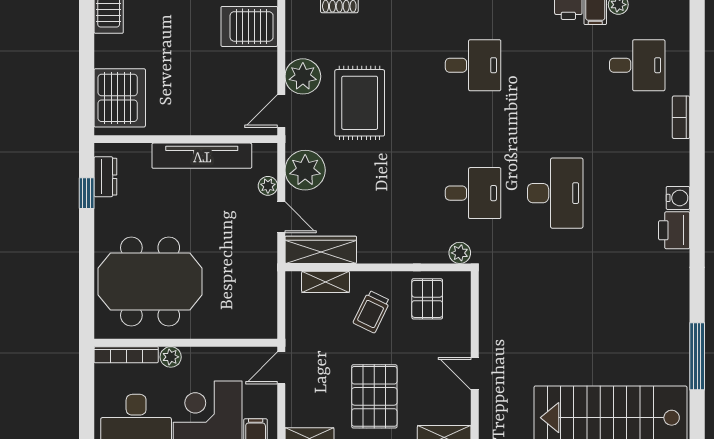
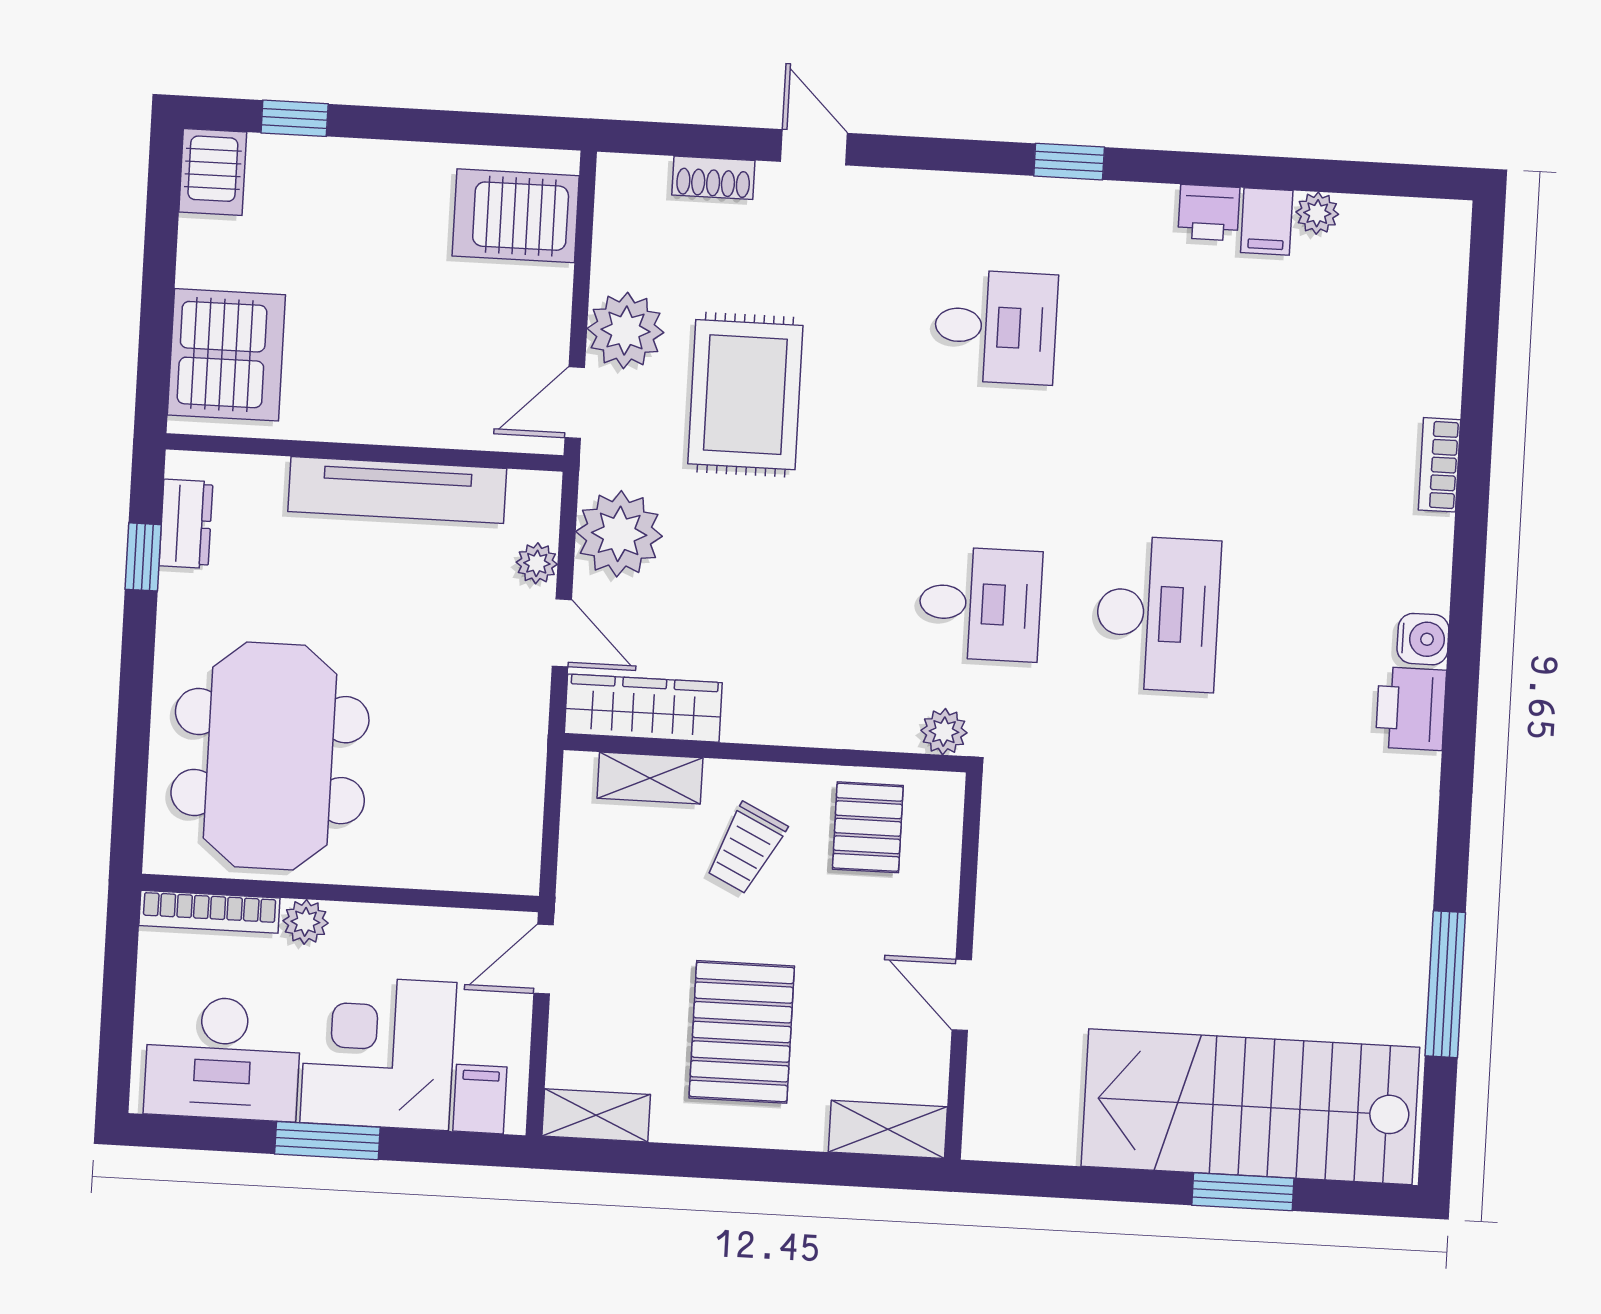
desk: (637, 65) -> (1351, 347), removed
meeting table: (150, 281) -> (270, 756), turned 90

